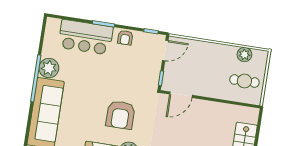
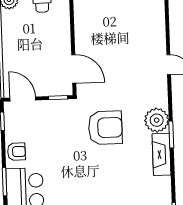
armchair: (120, 115) -> (105, 128), moved

